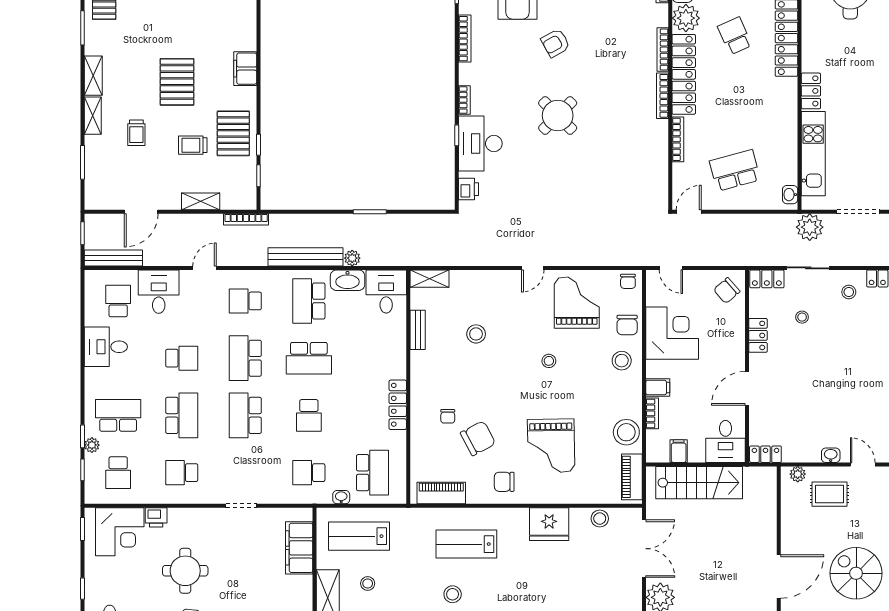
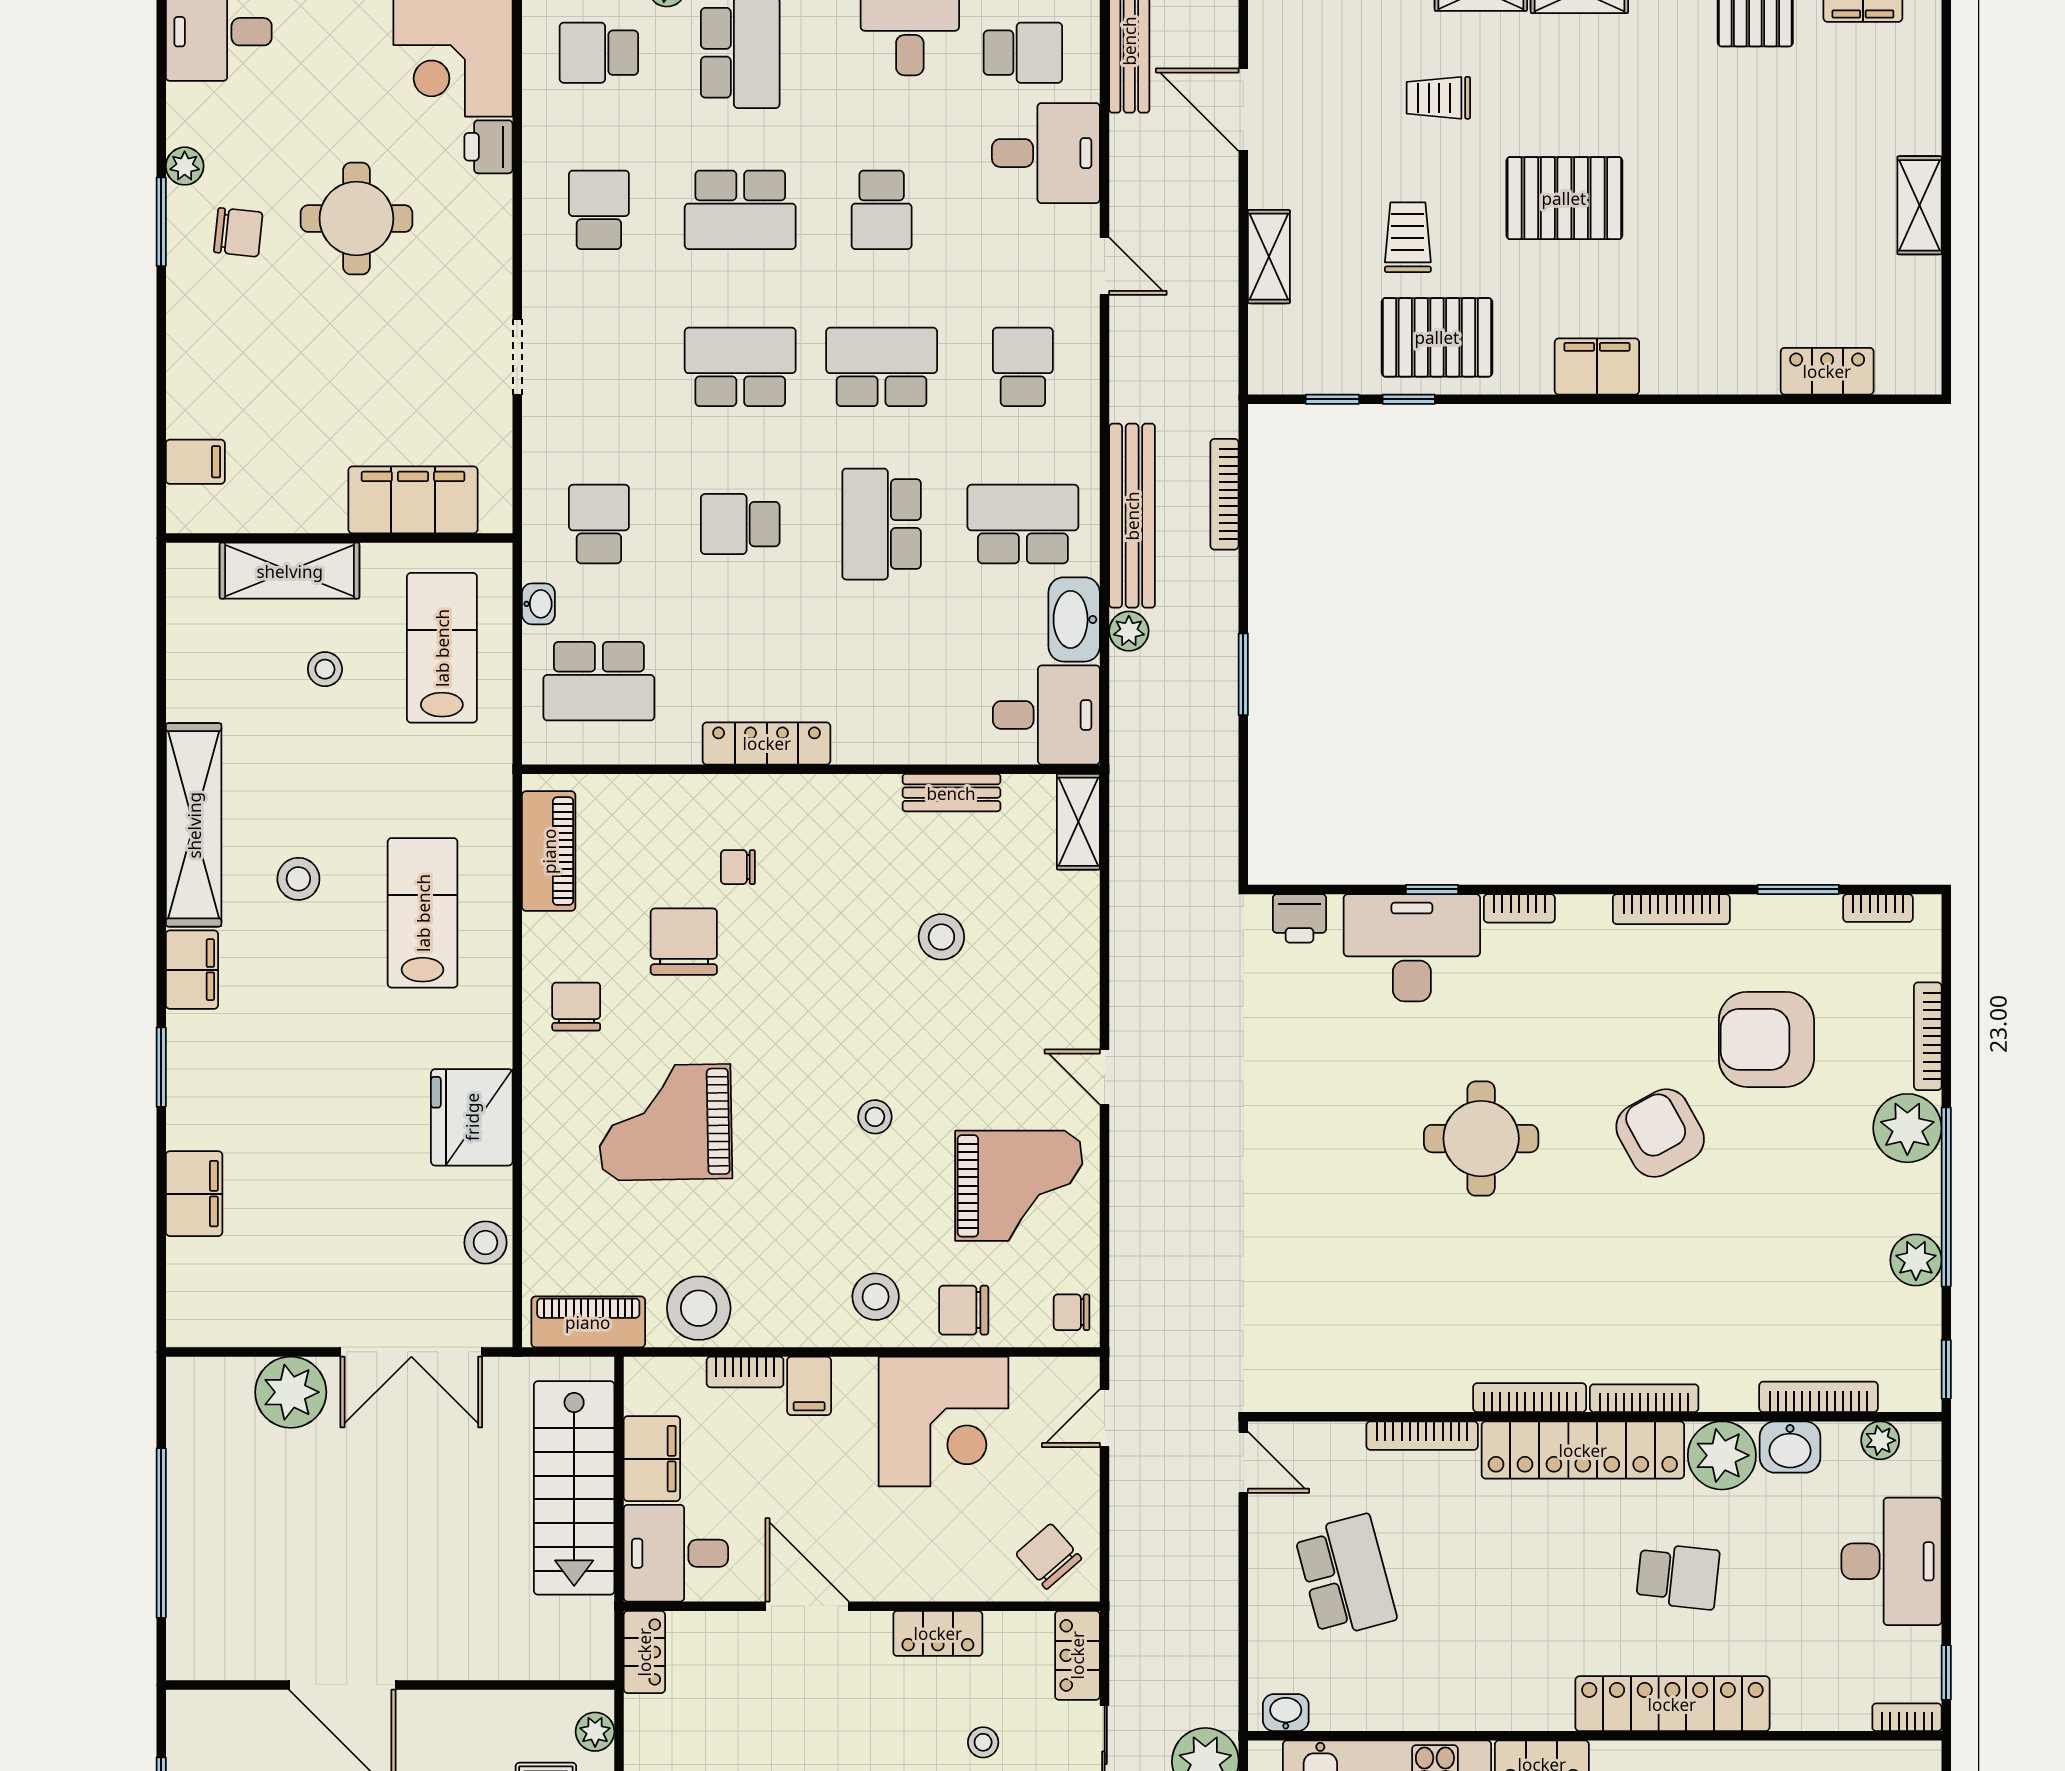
school desk: (735, 36) -> (1678, 1576), turned 30
armchair: (555, 43) -> (1660, 1133), width x1.38, depth x1.38
round table: (558, 116) -> (1481, 1139), turned 45
bookcase: (246, 219) -> (1224, 494), moved
chair: (478, 438) -> (684, 942), turned -152
filing cabinet: (679, 451) -> (652, 1459), width x2.00

